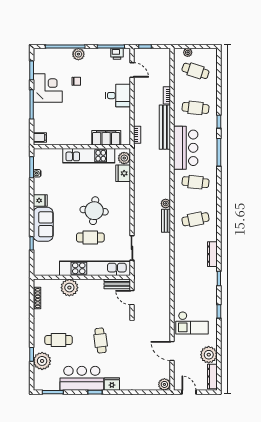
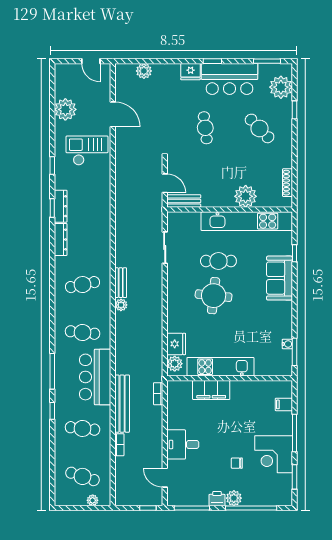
printer: (117, 54) -> (217, 499), moved
filing cabinet: (40, 137) -> (284, 404), moved
filing cabinet: (106, 138) -> (211, 390), moved
fridge: (40, 200) -> (283, 309), removed
kitchen unit: (95, 268) -> (247, 221), moved
cafe table: (59, 340) -> (260, 128), turned 46
plant: (42, 361) -> (281, 87), moved
dresser: (212, 377) -> (61, 206), moved
plant: (164, 384) -> (144, 71), moved

